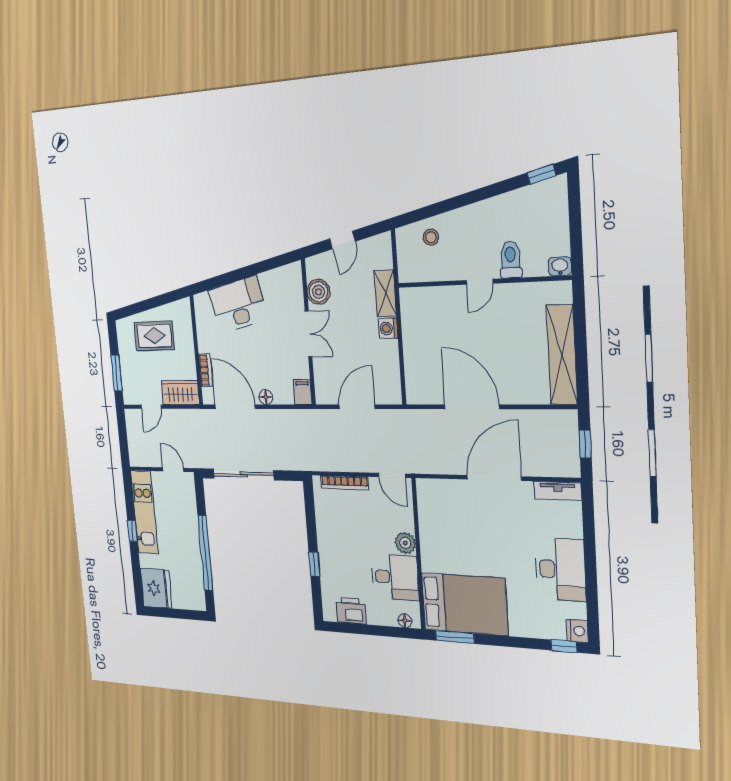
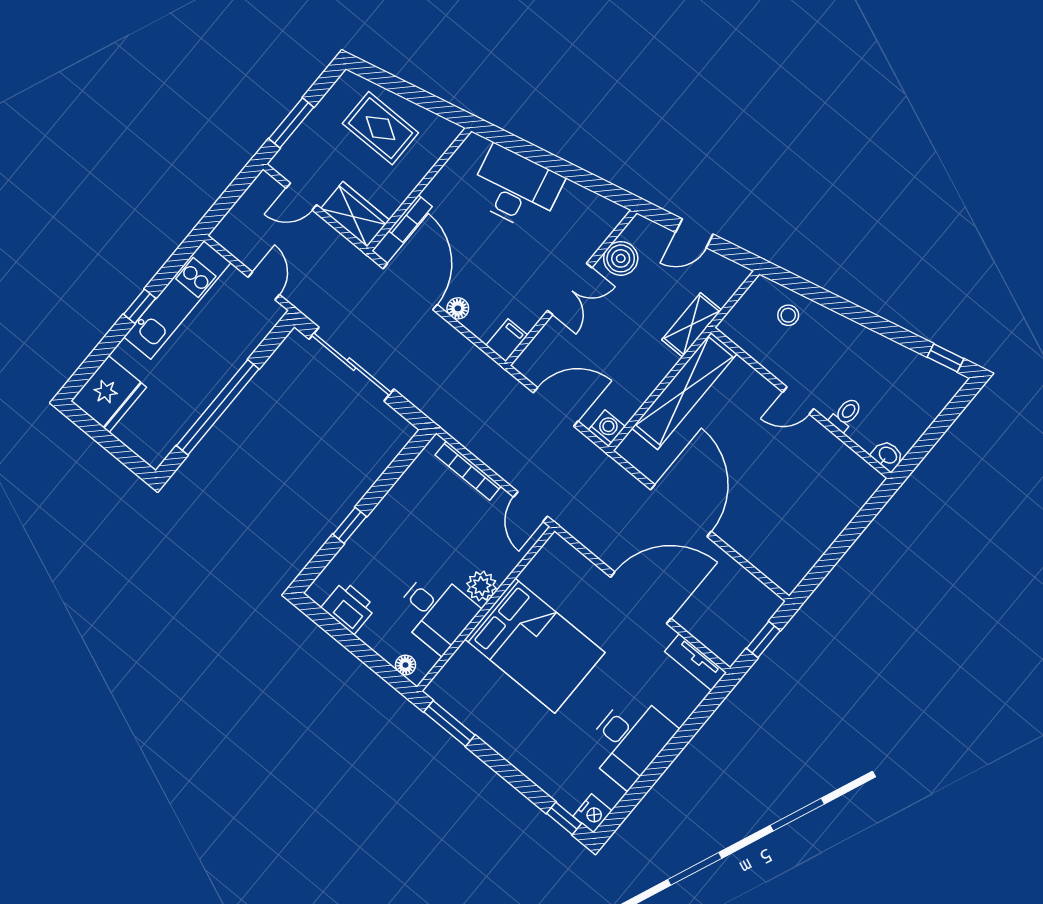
toilet: (510, 260) -> (846, 415), width x0.73, depth x0.72
washing machine: (388, 328) -> (607, 428), moved, turned 90
shelving: (562, 355) -> (684, 391), moved
bed: (464, 604) -> (535, 646), moved

